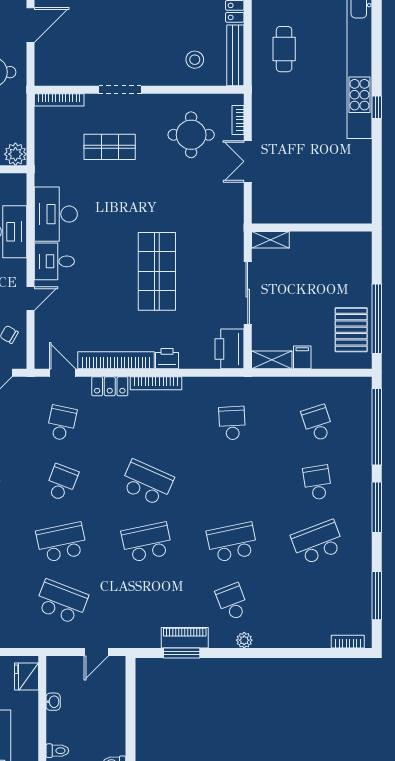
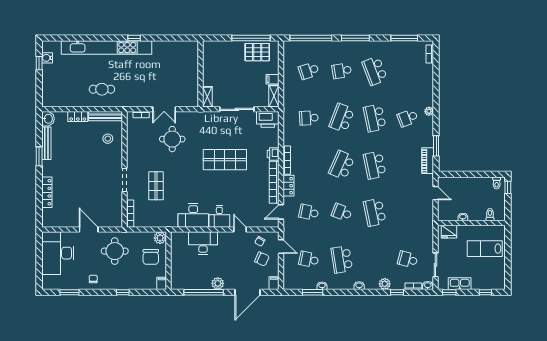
round table: (191, 135) -> (172, 139), moved
school desk: (62, 602) -> (342, 118), moved
piano: (185, 638) -> (428, 161), moved

